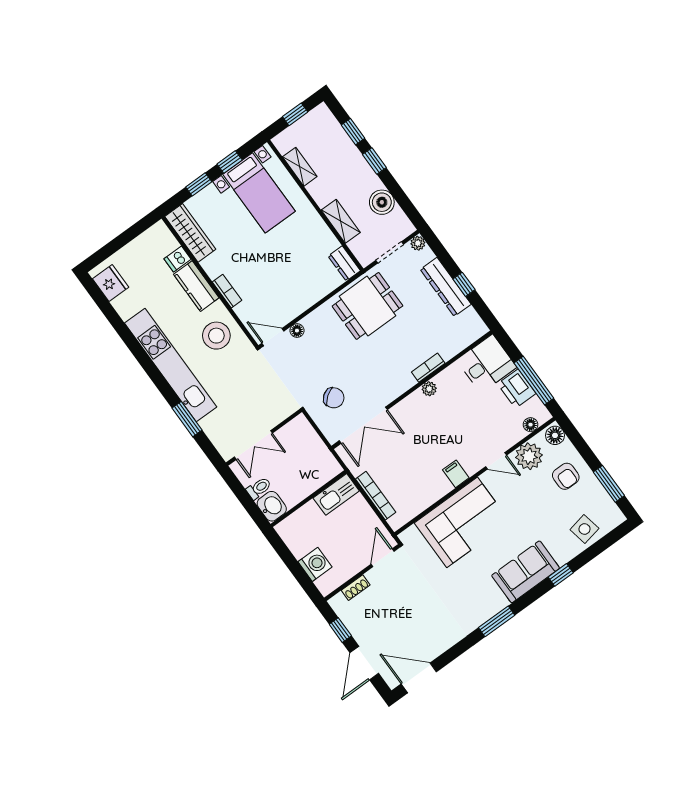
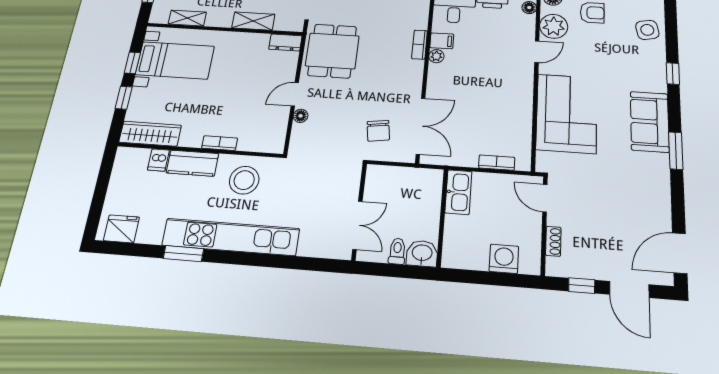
door: (273, 337) -> (295, 94), moved
chair: (334, 398) -> (378, 131), turned 118
window: (187, 419) -> (184, 254), moved
filing cabinet: (456, 474) -> (442, 41), moved, turned 180
bookcase: (376, 496) -> (497, 163), width x0.64
sofa: (526, 572) -> (650, 122), moved

